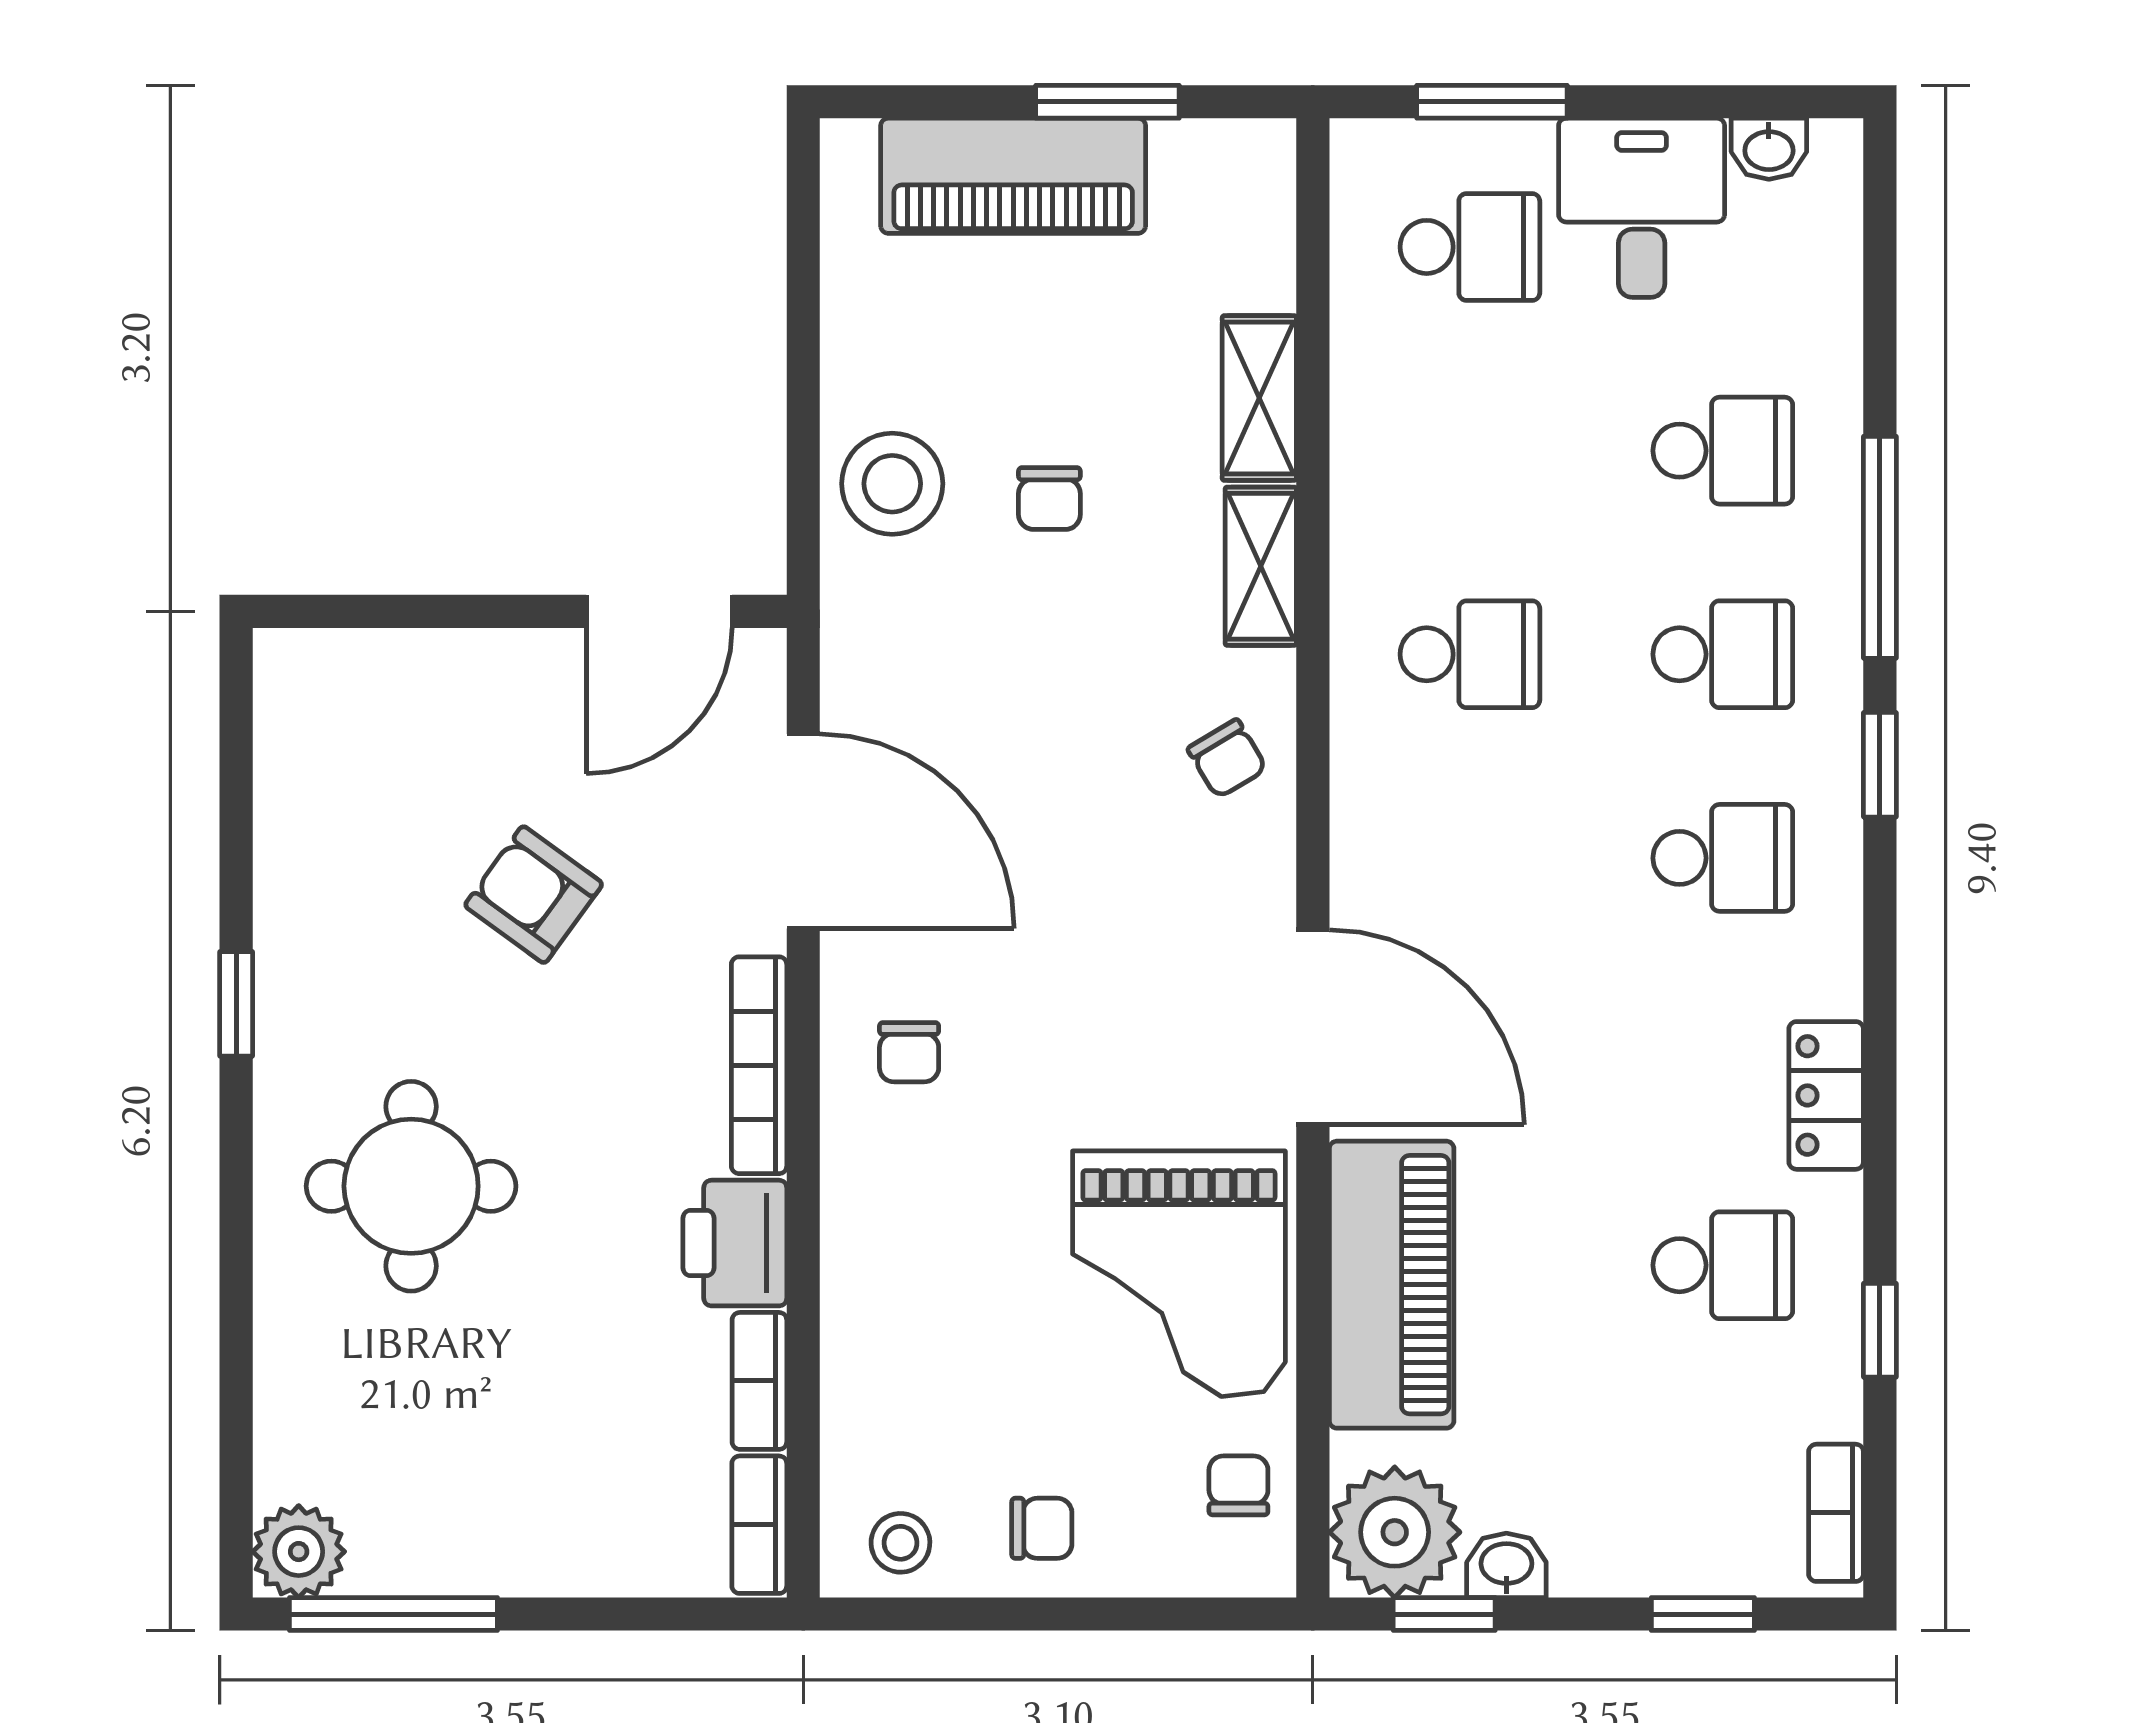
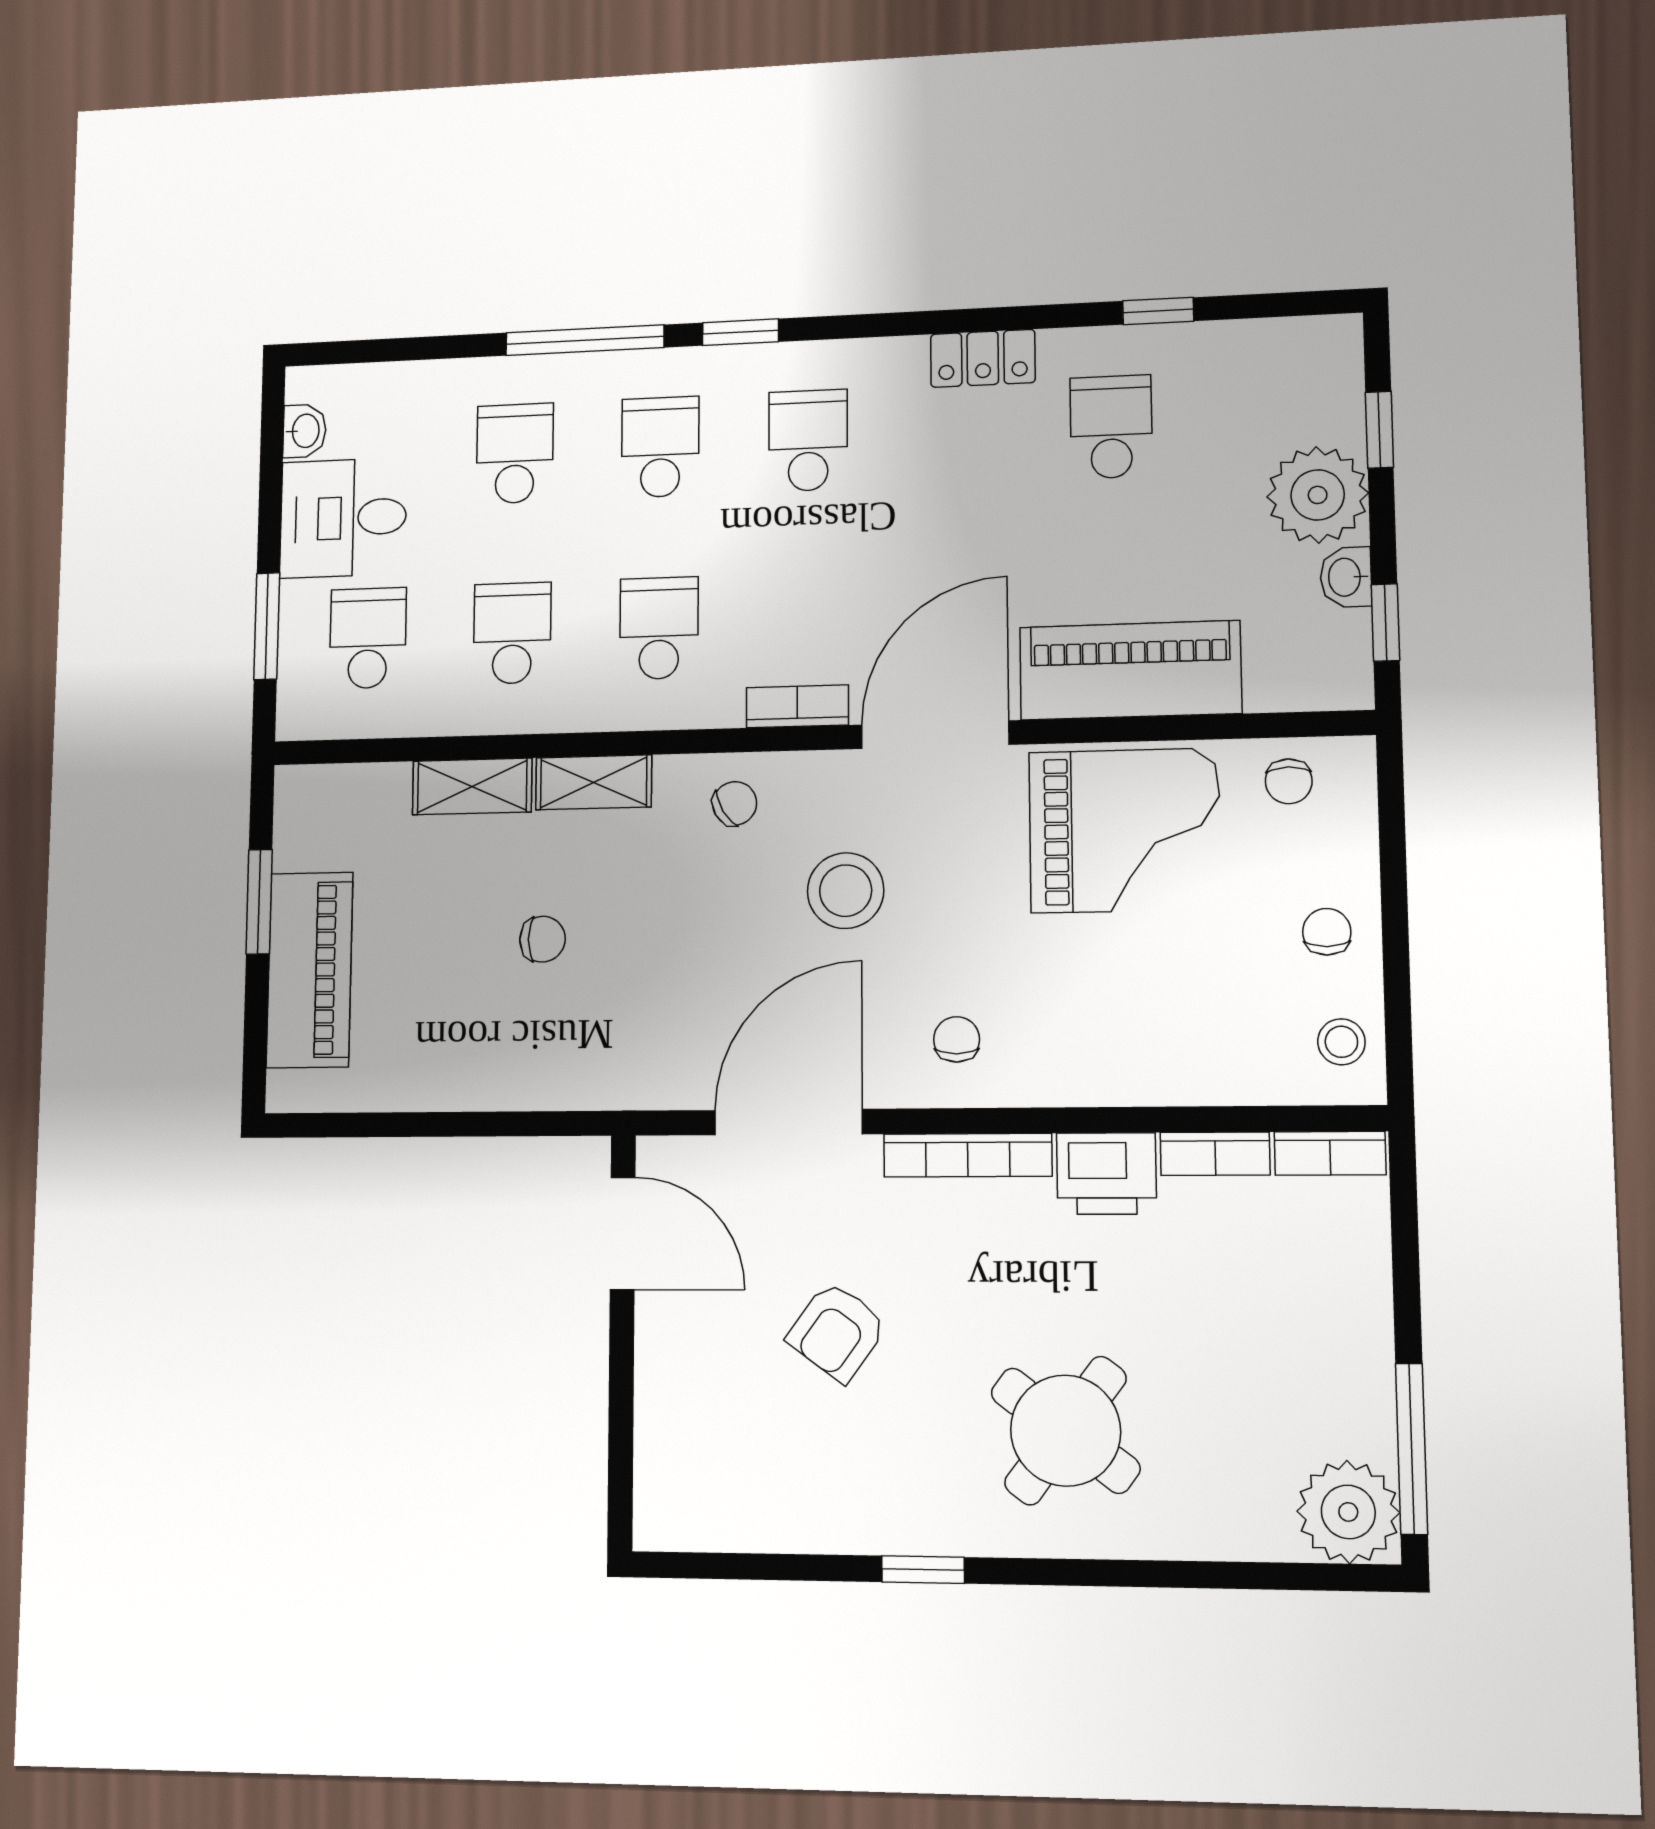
school desk: (1470, 451) -> (512, 633), added
stool: (892, 484) -> (846, 891), moved
chair: (909, 1052) -> (957, 1039), turned -90
round table: (411, 1186) -> (1065, 1431), turned 37
chair: (1238, 1485) -> (1289, 781), turned -90
bookcase: (1836, 1513) -> (797, 706), moved, turned 180
plant: (1395, 1532) -> (1318, 495), moved
plant: (299, 1552) -> (1348, 1512), width x1.36, depth x1.36

